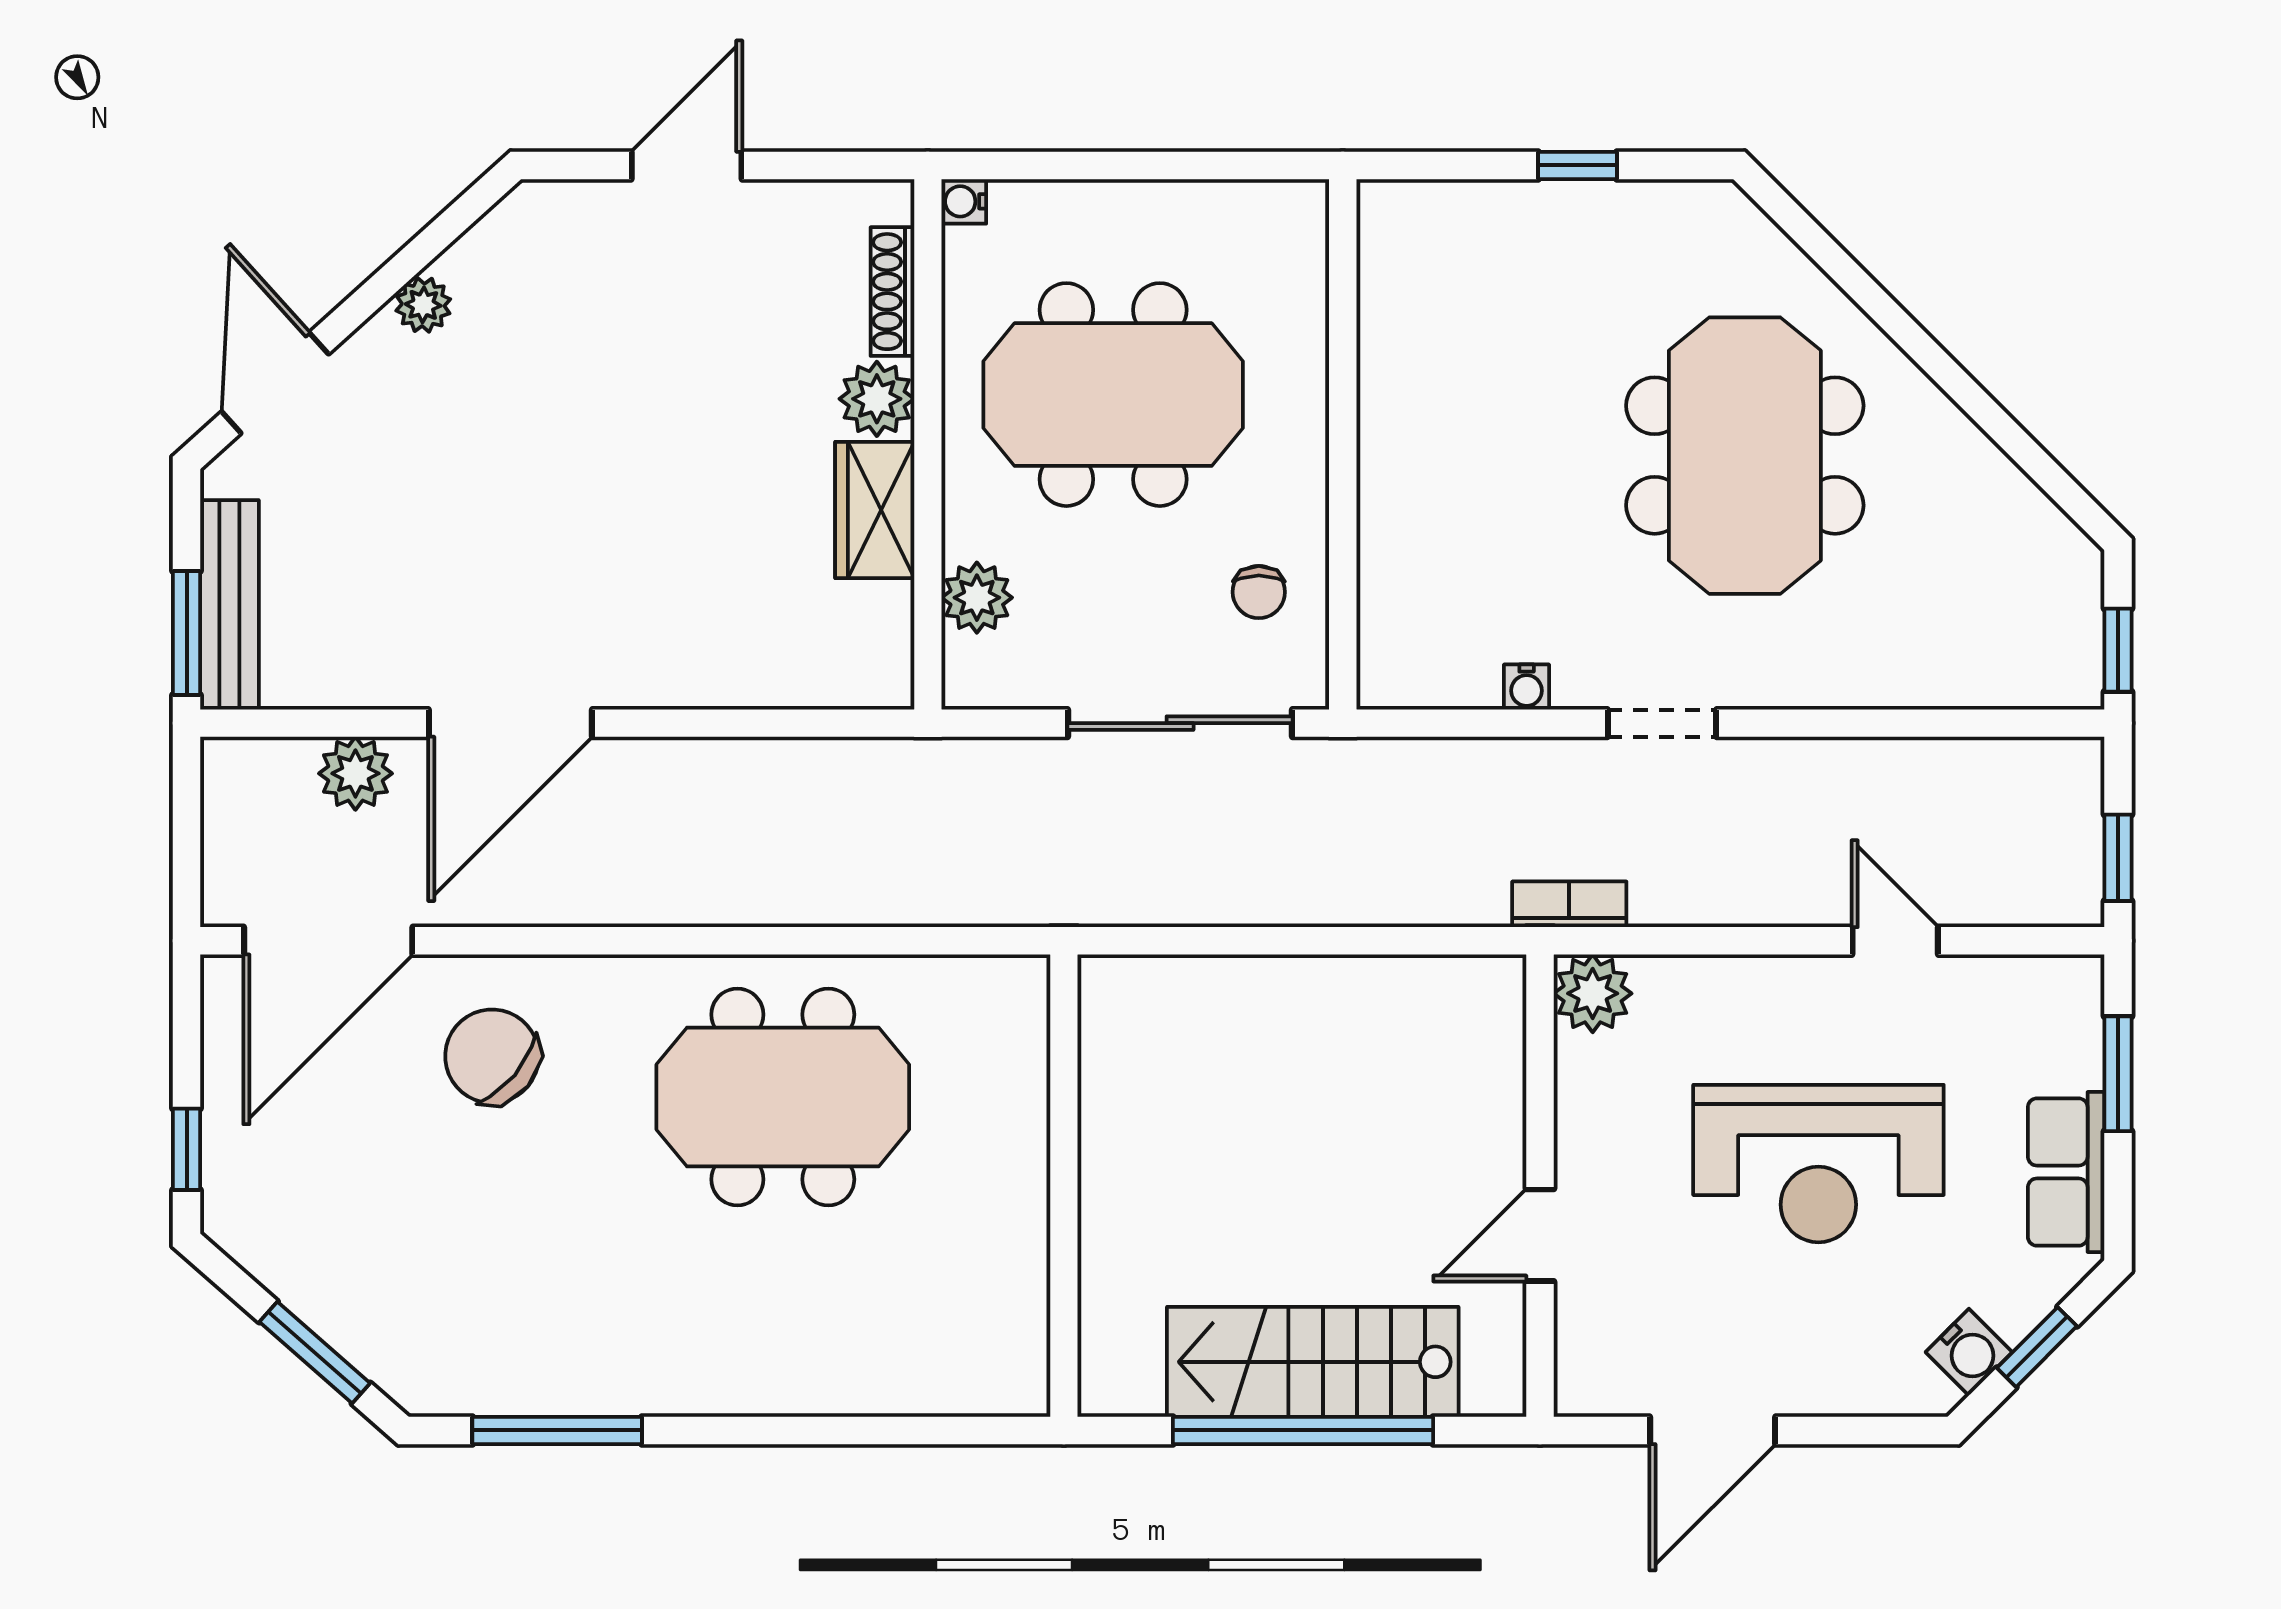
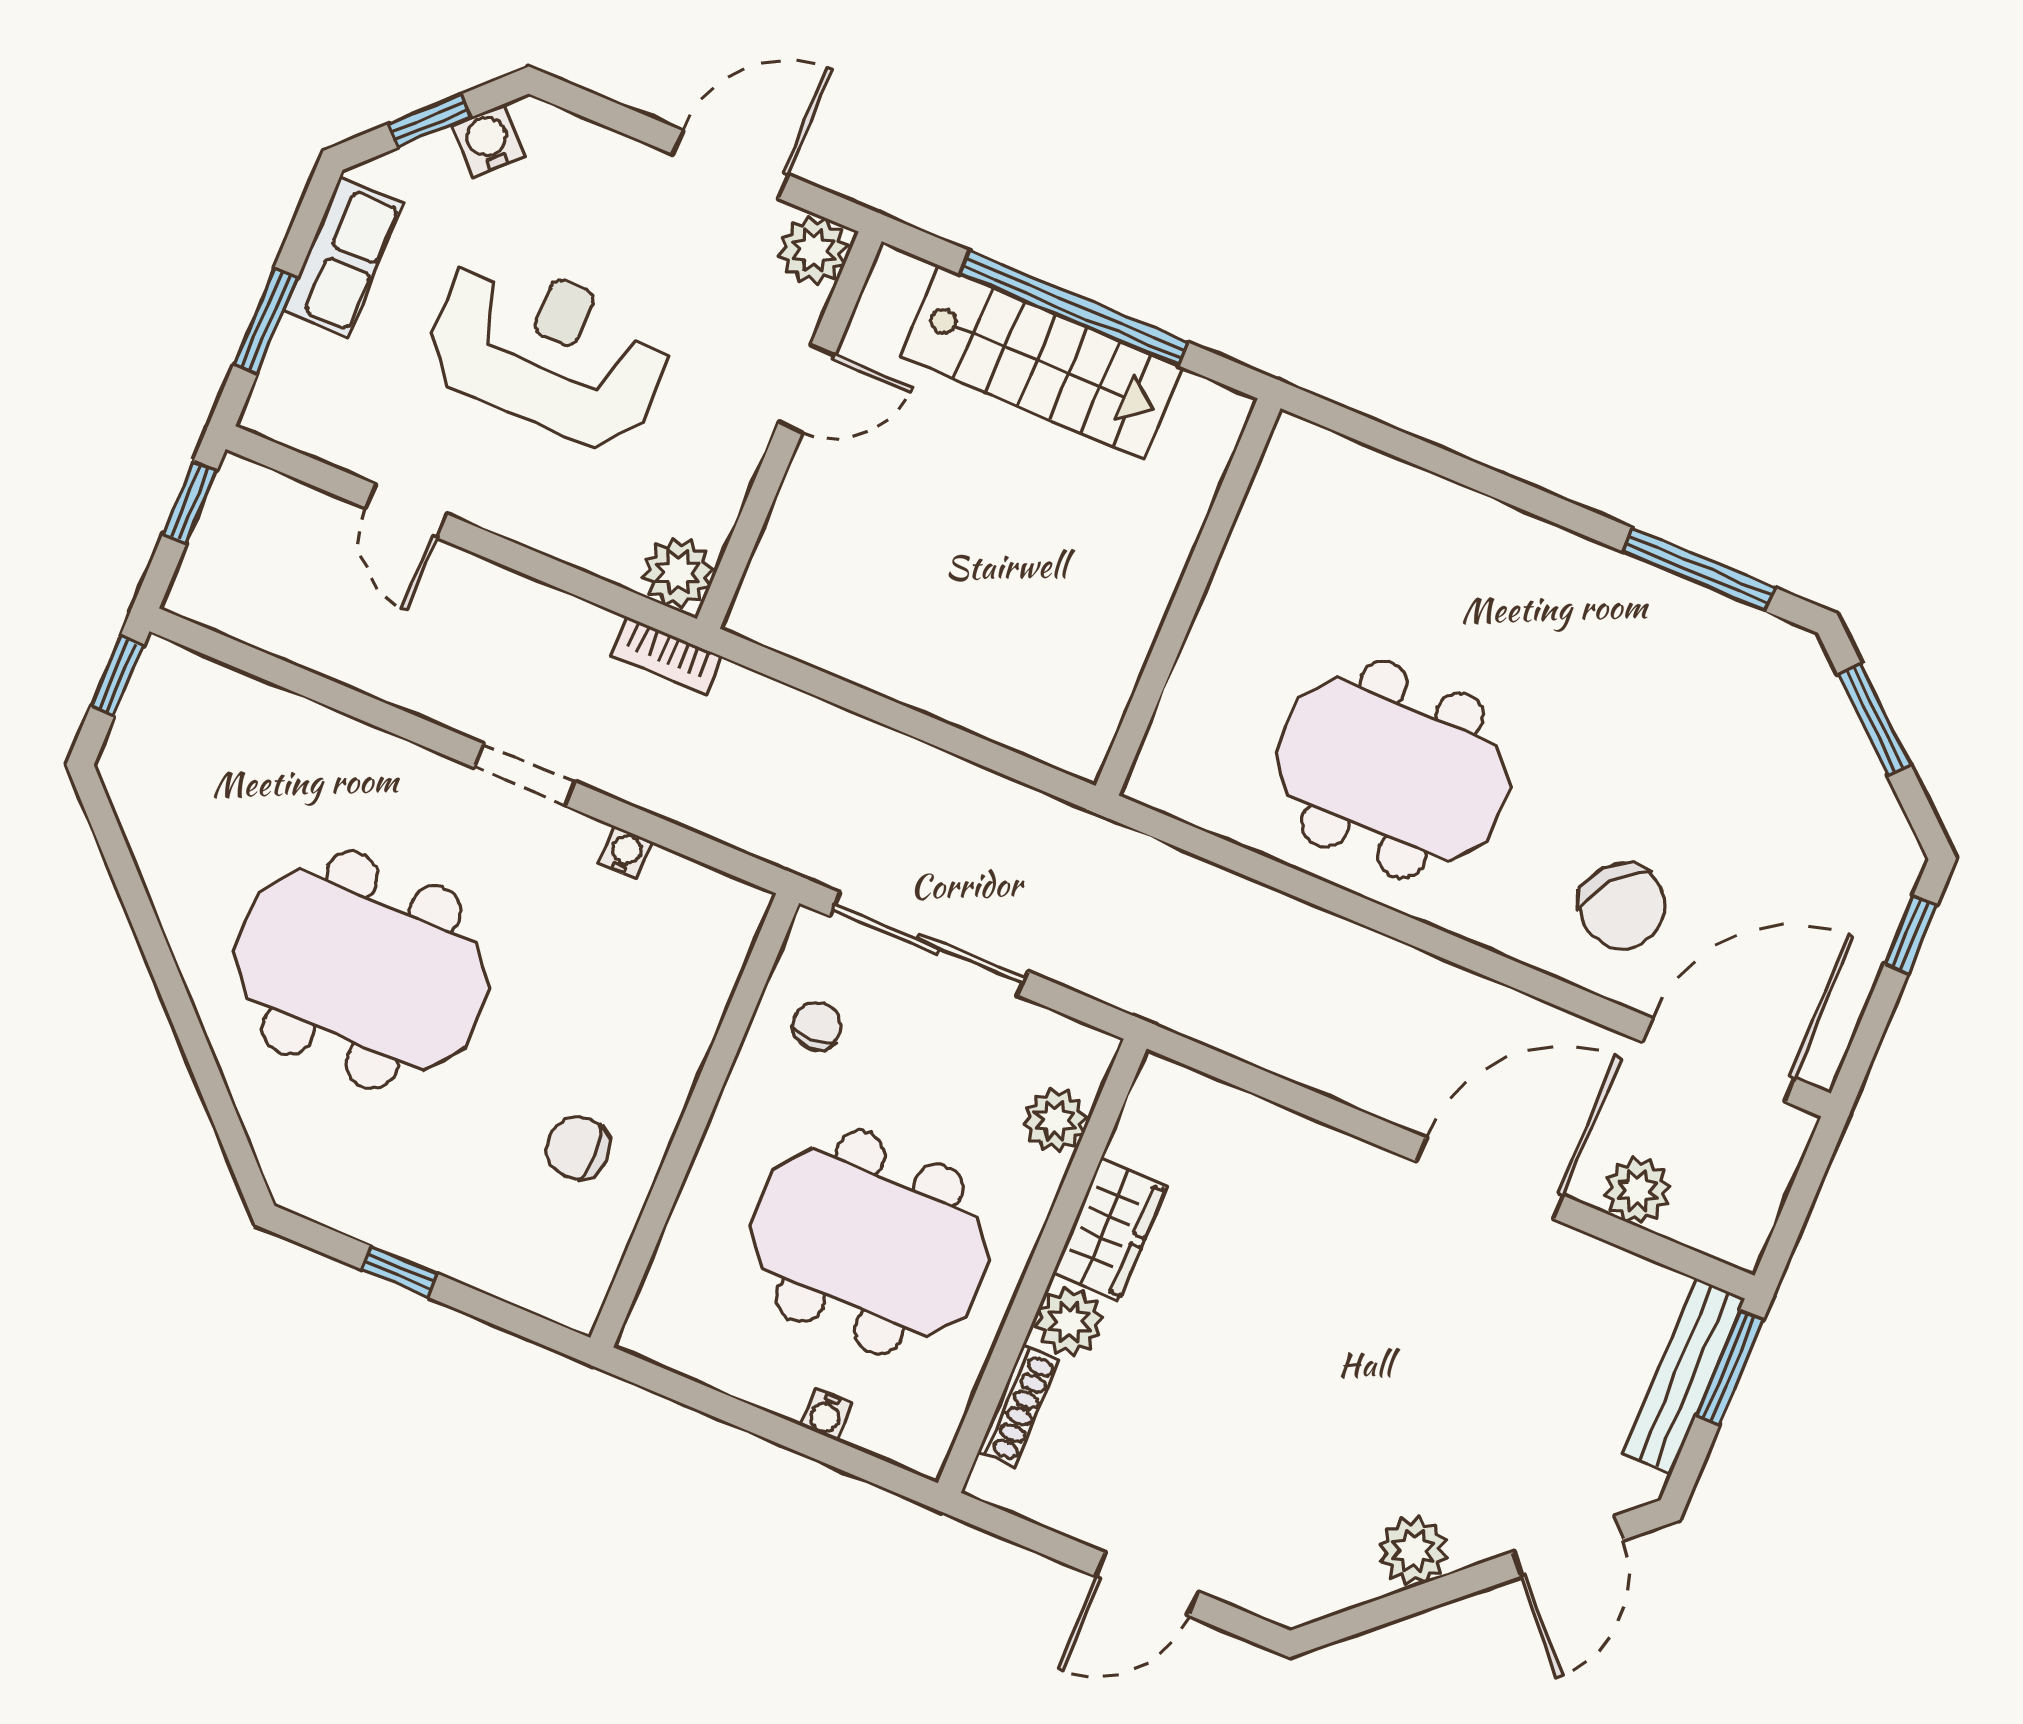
water cooler: (964, 201) -> (826, 1415), moved, turned 90
plant: (423, 305) -> (1413, 1551), width x1.38, depth x1.38
chair: (1450, 367) -> (578, 1148), added
meeting table: (1745, 456) -> (362, 970), turned 90
plant: (1592, 1378) -> (813, 250), added

